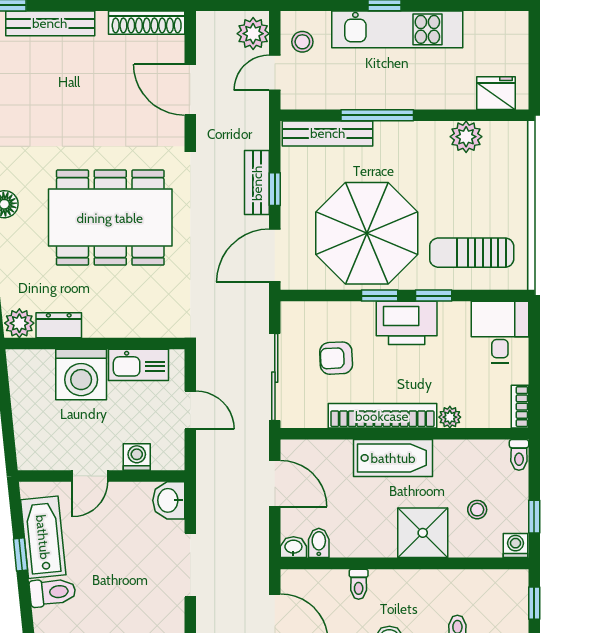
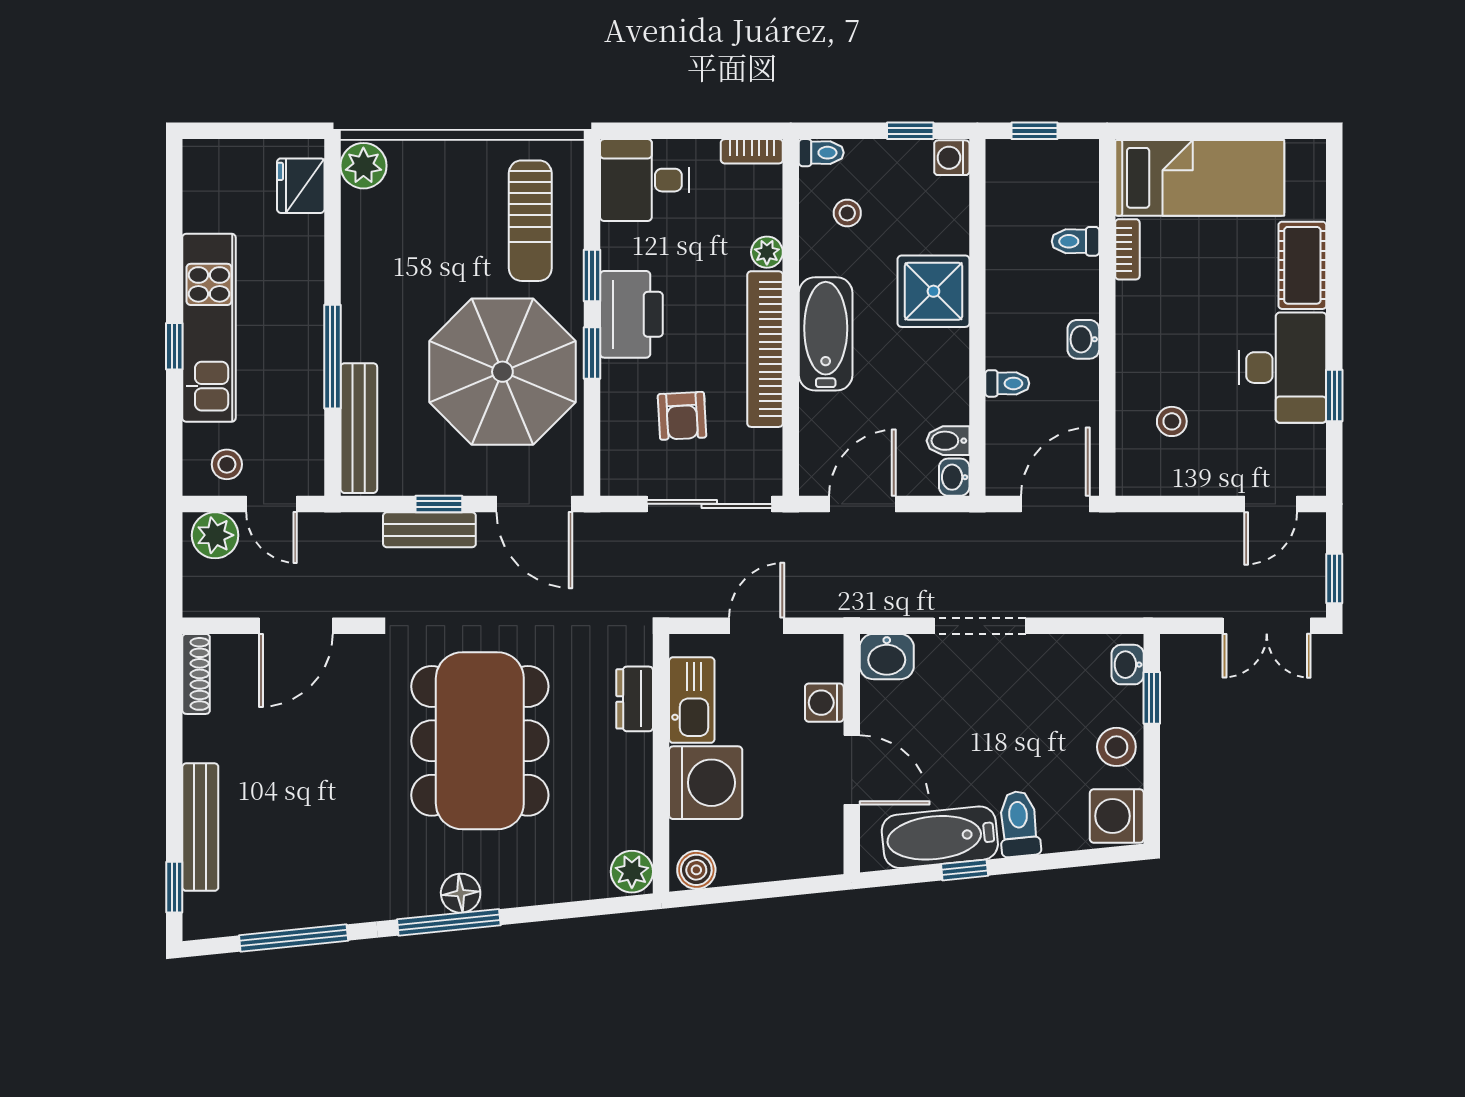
shoe rack: (147, 23) -> (196, 674), width x0.74, depth x0.81
plant: (466, 137) -> (363, 166), moved
dresser: (59, 325) -> (635, 699), moved
boiler: (21, 368) -> (696, 870), added
door: (90, 476) -> (852, 770), width x1.37
stool: (477, 510) -> (847, 213), moved

